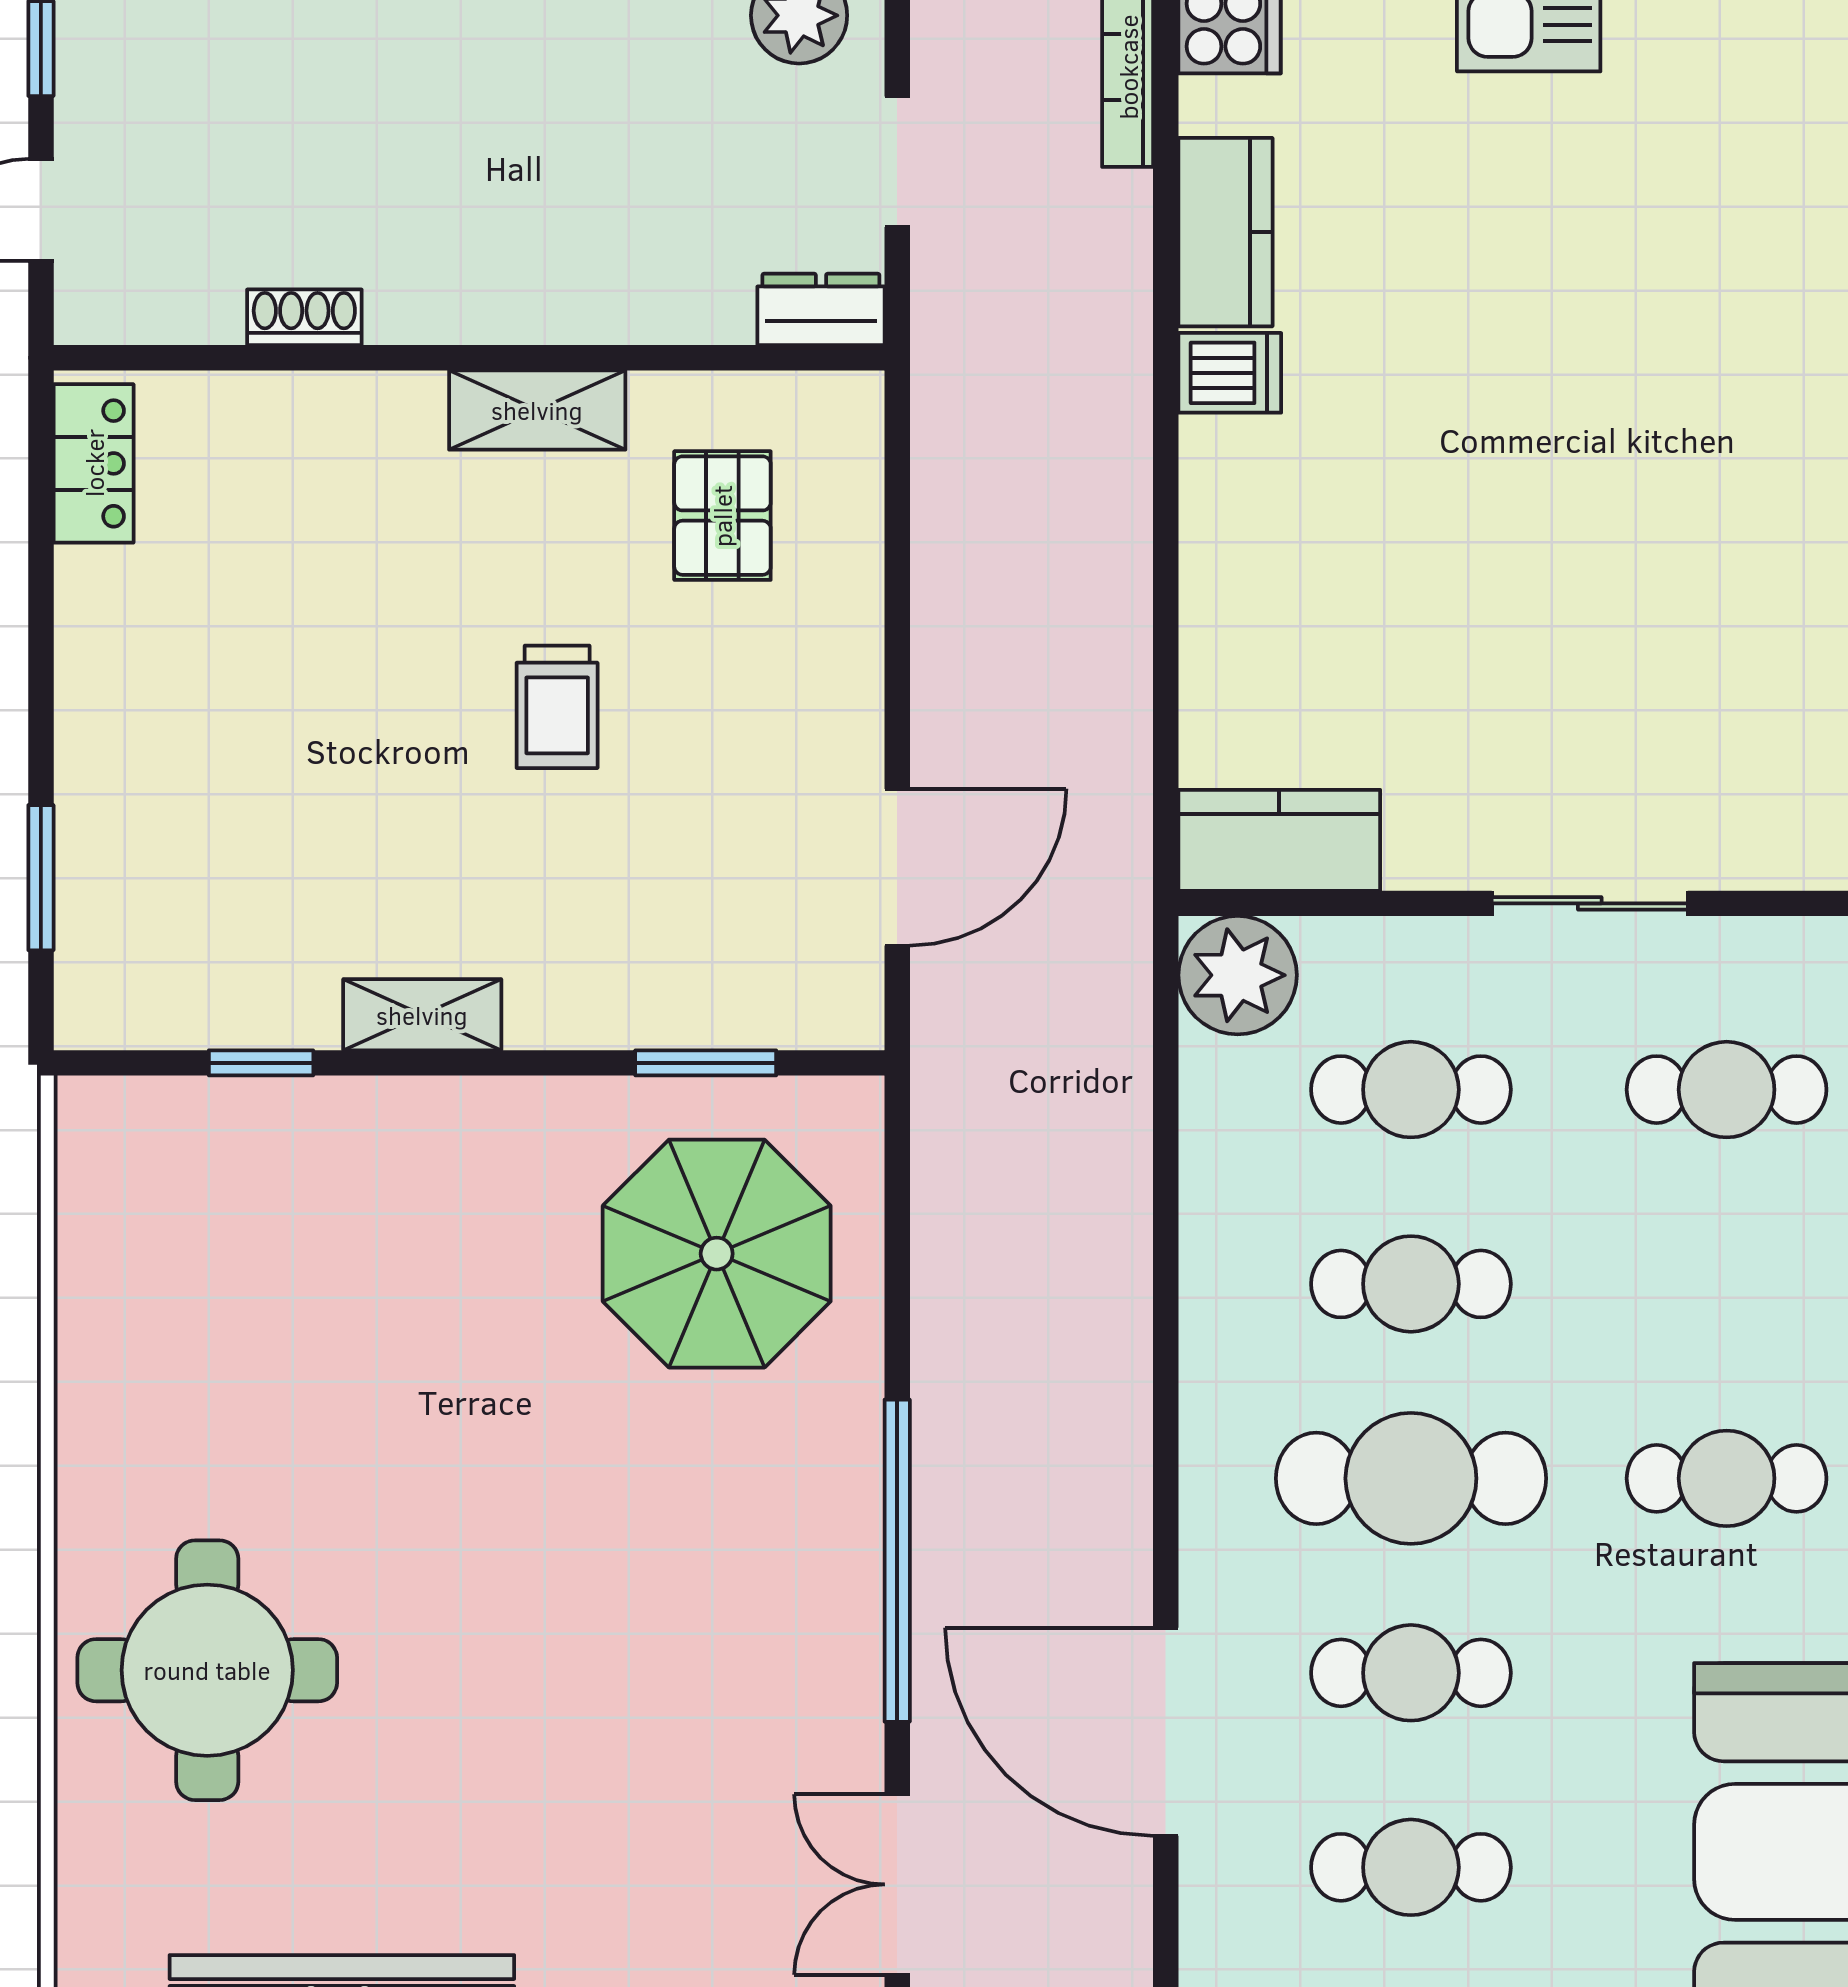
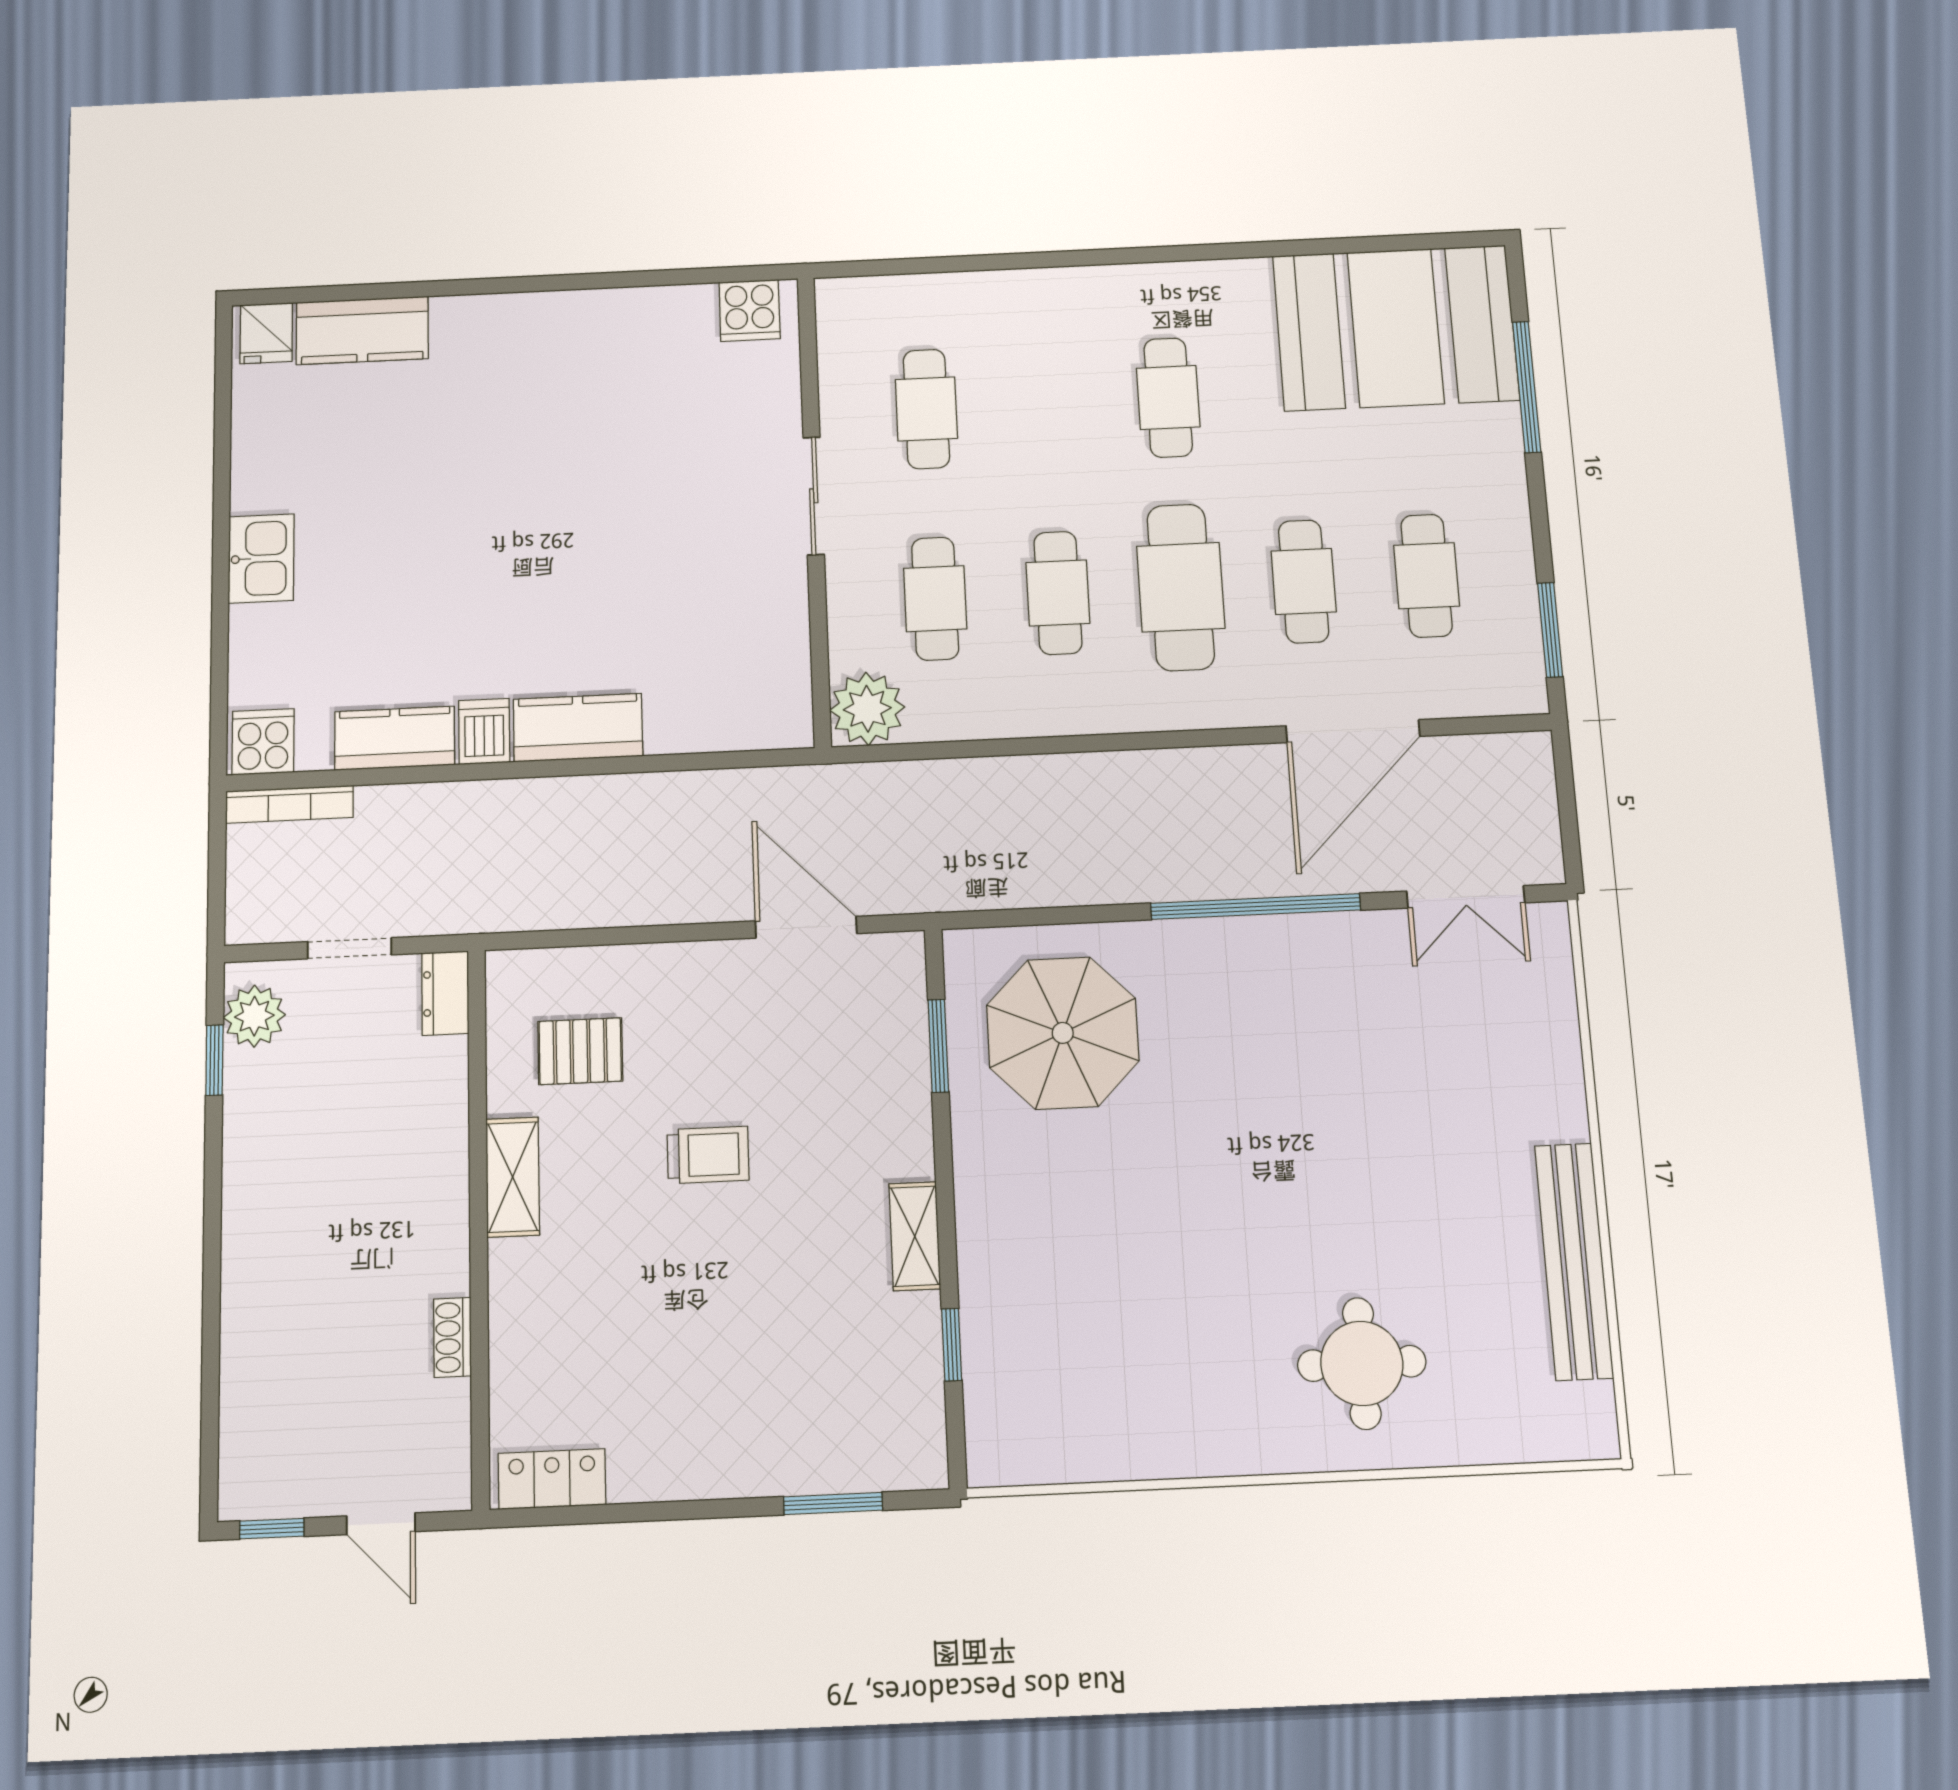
kitchen counter: (1279, 840) -> (578, 728), moved, turned 90
round table: (207, 1670) -> (1362, 1363), width x0.73, depth x0.73

